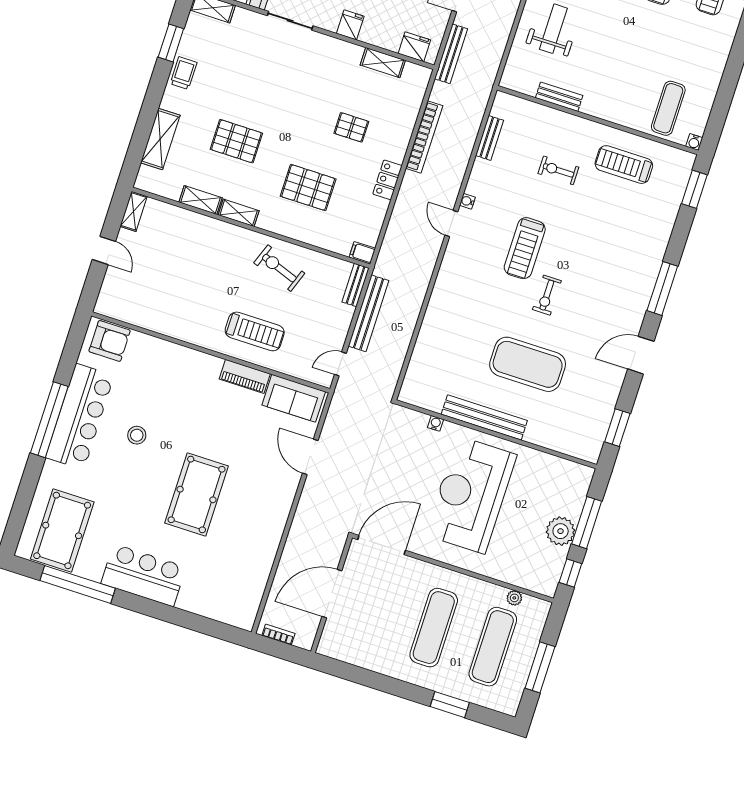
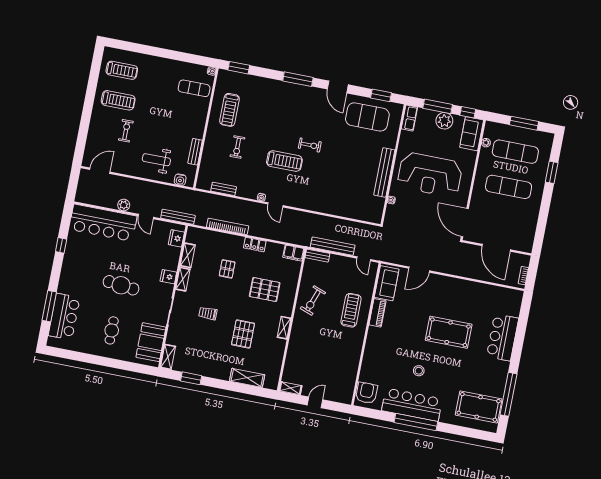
water cooler: (514, 65) -> (180, 180), added
trolley: (184, 73) -> (208, 313), moved
pallet: (308, 188) -> (265, 290), turned 90
shelving: (201, 200) -> (183, 279), moved
door: (451, 224) -> (275, 205), hinge flipped
filing cabinet: (362, 253) -> (294, 253), width x2.00
exercise mat: (528, 364) -> (367, 117), moved, turned 90
row of seats: (573, 472) -> (409, 118), added
bar counter: (143, 575) -> (502, 337), moved
sofa: (533, 575) -> (472, 134), added

